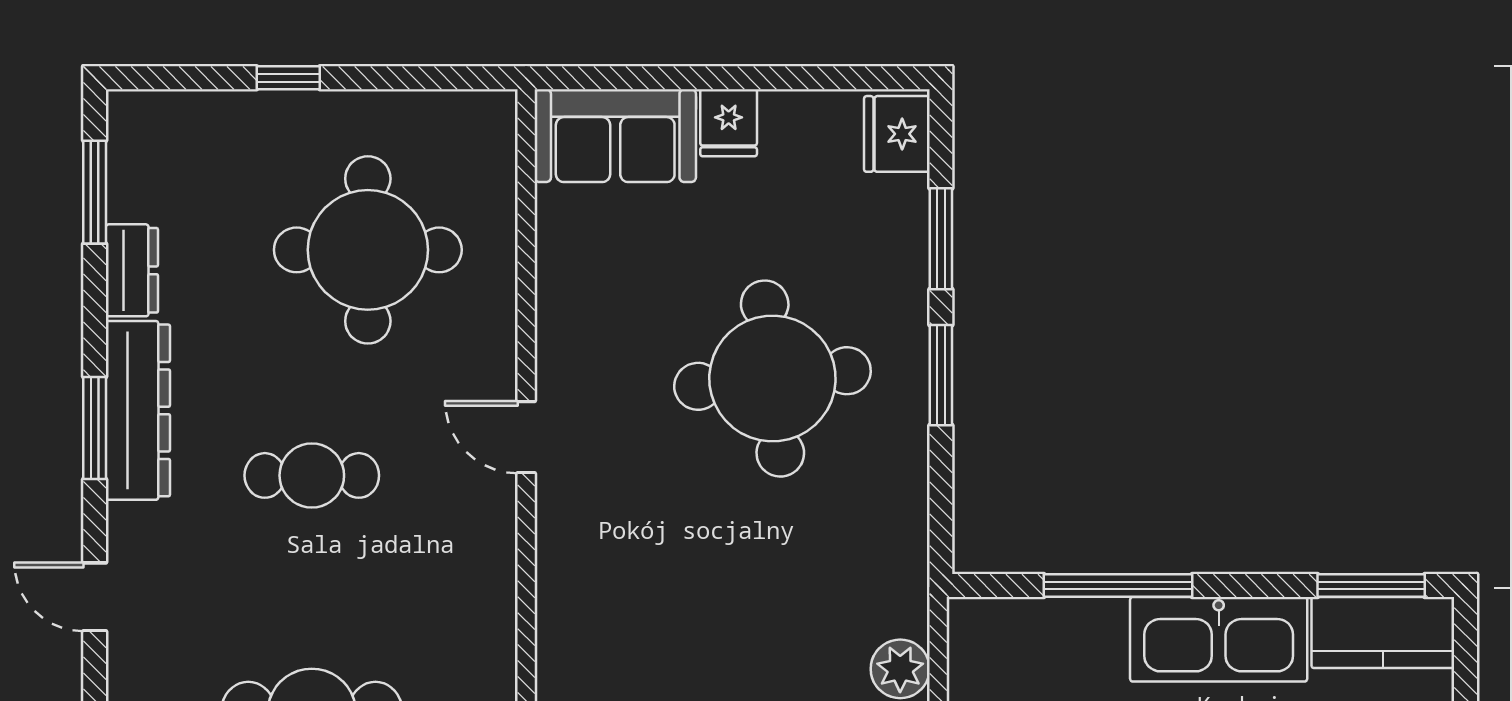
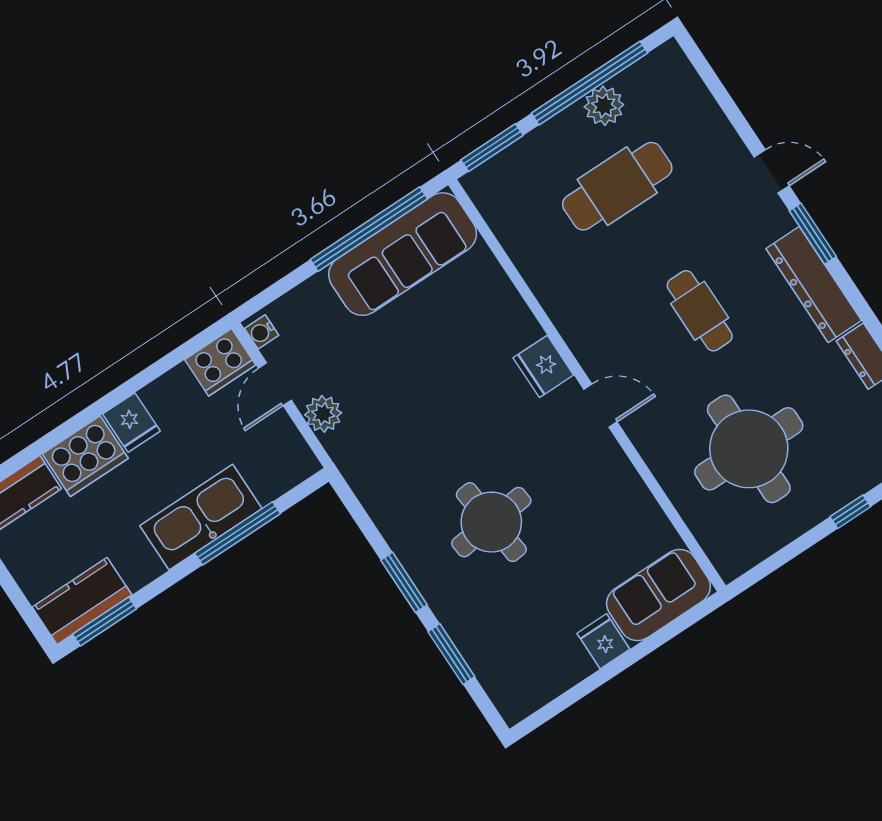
fridge: (897, 134) -> (543, 366), moved, turned 180
round table: (772, 379) -> (491, 522), width x0.73, depth x0.73
window: (95, 428) -> (813, 234), moved
cafe table: (312, 475) -> (700, 311), turned 90
kitchen sink: (1219, 639) -> (201, 517), moved

